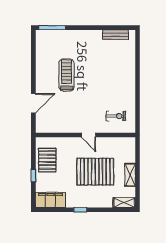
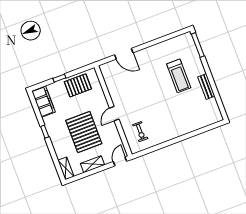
bench: (115, 35) -> (206, 87), moved
treadmill: (67, 75) -> (179, 76), moved, turned 90
door: (137, 147) -> (120, 161), added

